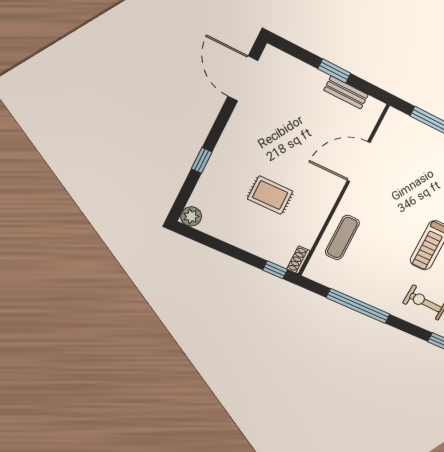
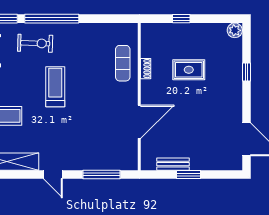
shoe rack: (298, 260) -> (146, 69), moved
window: (275, 270) -> (181, 19), moved
window: (358, 306) -> (52, 19), moved

